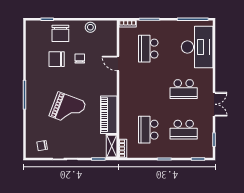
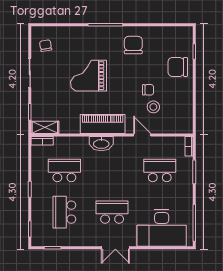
stool: (90, 27) -> (153, 107), moved
chair: (57, 59) -> (133, 45), moved
door: (118, 63) -> (142, 135), hinge flipped
school desk: (184, 89) -> (112, 212), turned 90
washbasin: (125, 98) -> (101, 144), added
double door: (214, 104) -> (115, 248), moved
grand piano: (68, 109) -> (89, 76), turned 69
piano: (109, 115) -> (103, 124), moved

